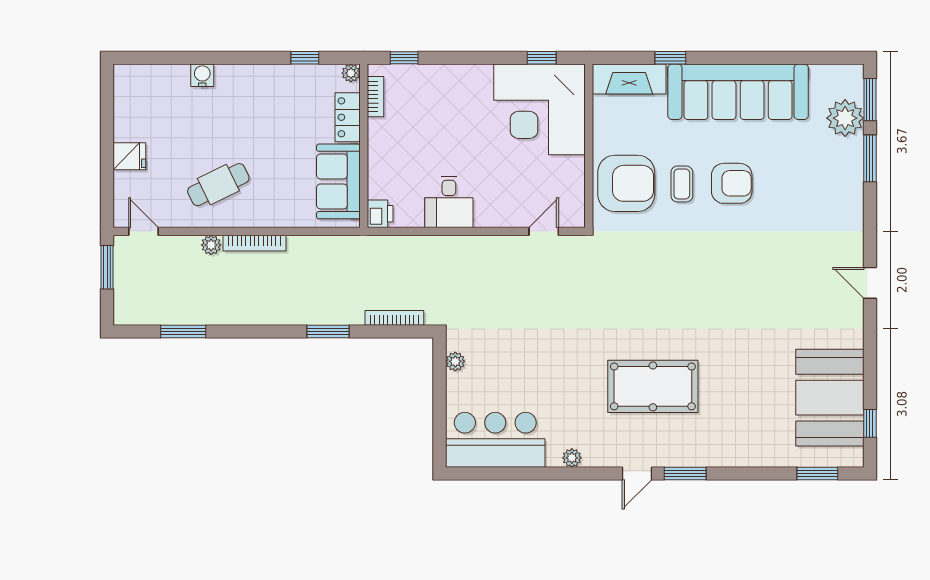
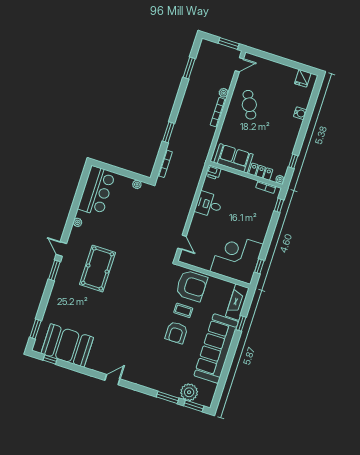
fridge: (129, 156) -> (303, 78), moved
armchair: (626, 183) -> (191, 286), turned -90

